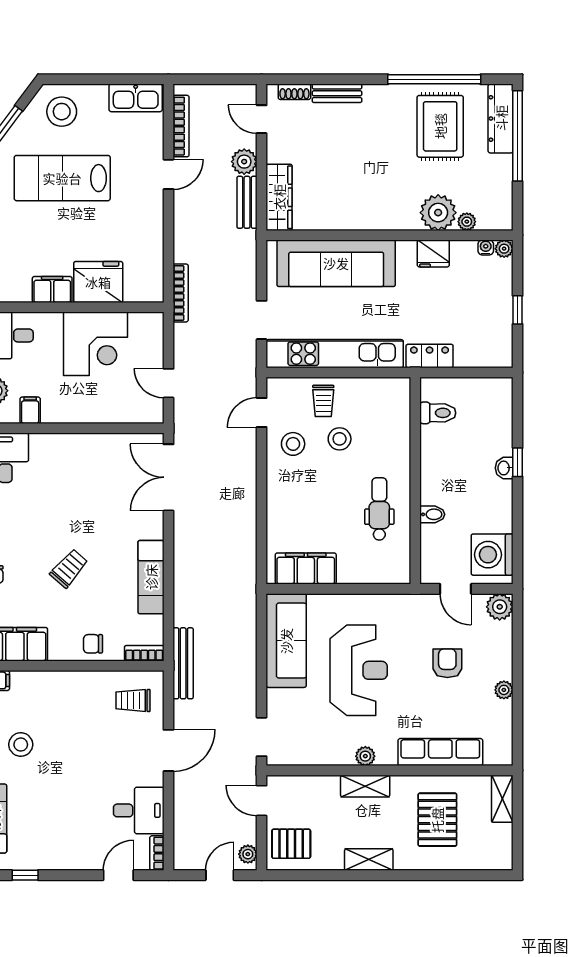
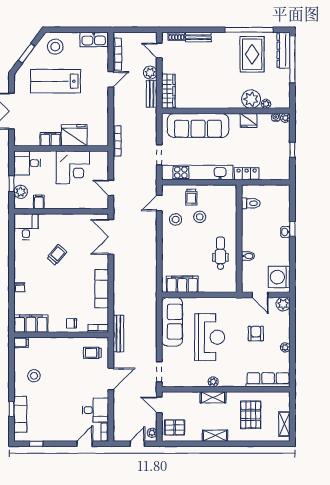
trolley: (69, 568) -> (57, 255), moved
row of seats: (440, 752) -> (268, 380), moved
shelving: (502, 799) -> (284, 424), moved

